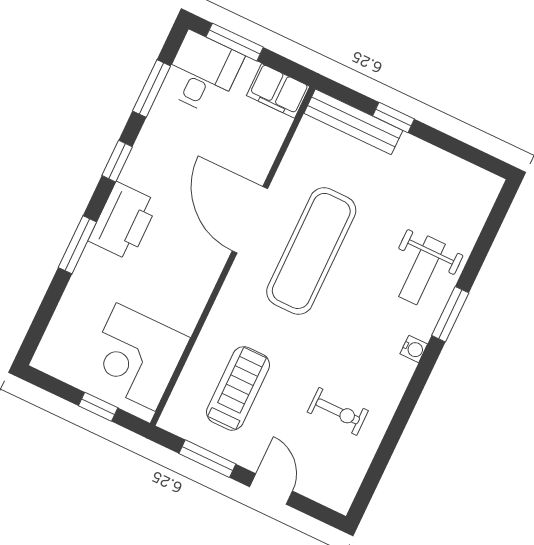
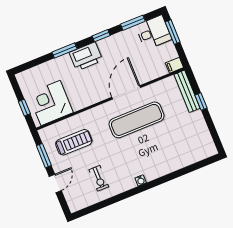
filing cabinet: (278, 91) -> (174, 65), width x0.50
weight bench: (422, 270) -> (166, 158), removed
window: (450, 314) -> (162, 180), removed

